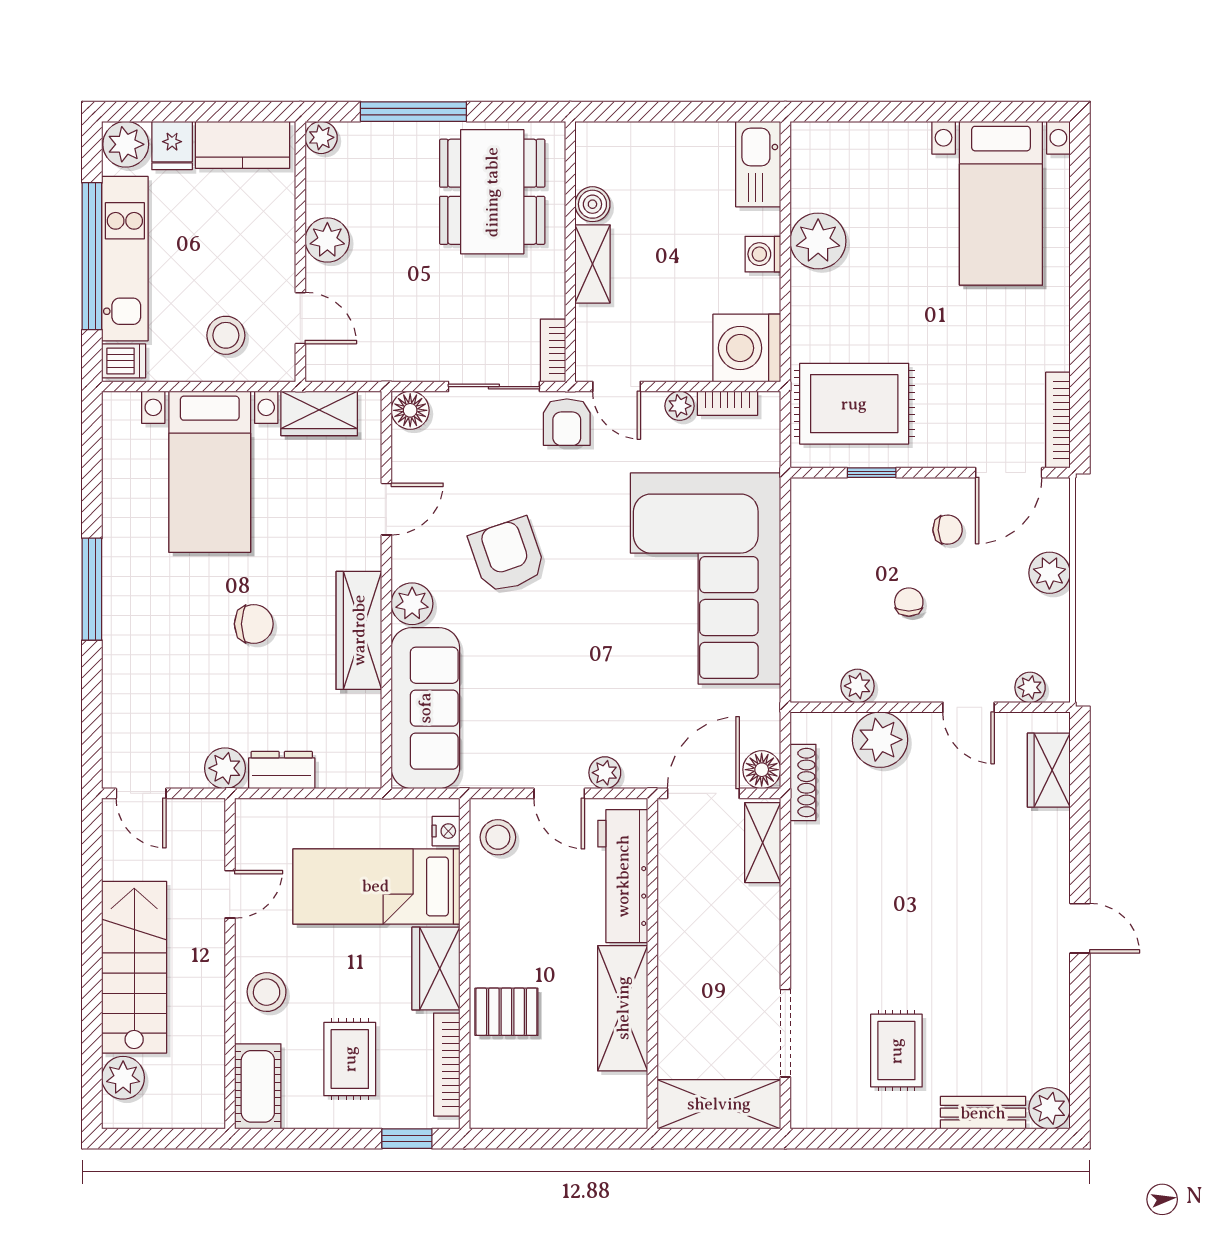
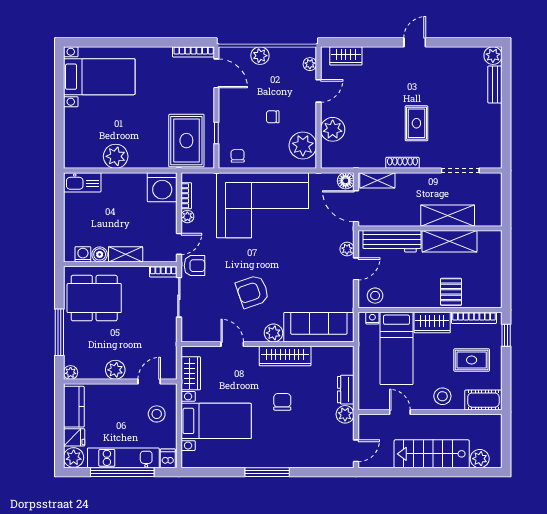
washing machine: (763, 254) -> (83, 254), moved, turned 180
floor lamp: (410, 410) -> (189, 334), removed
chair: (948, 530) -> (238, 156), moved
plant: (858, 686) -> (303, 145), width x1.88, depth x1.88
shoe rack: (803, 782) -> (402, 163), moved
rug: (896, 1051) -> (416, 123), moved, turned 90
shelving: (719, 1104) -> (448, 216), moved, turned 90

